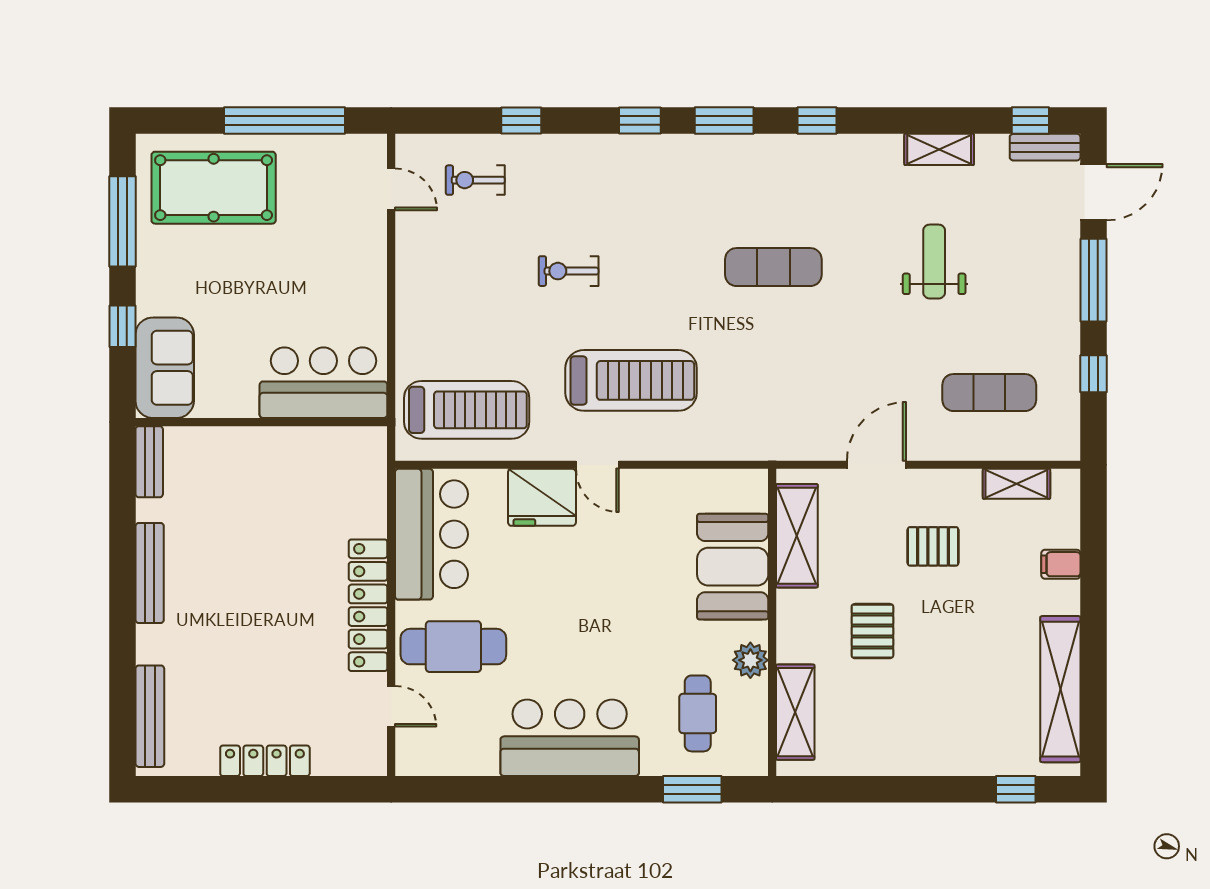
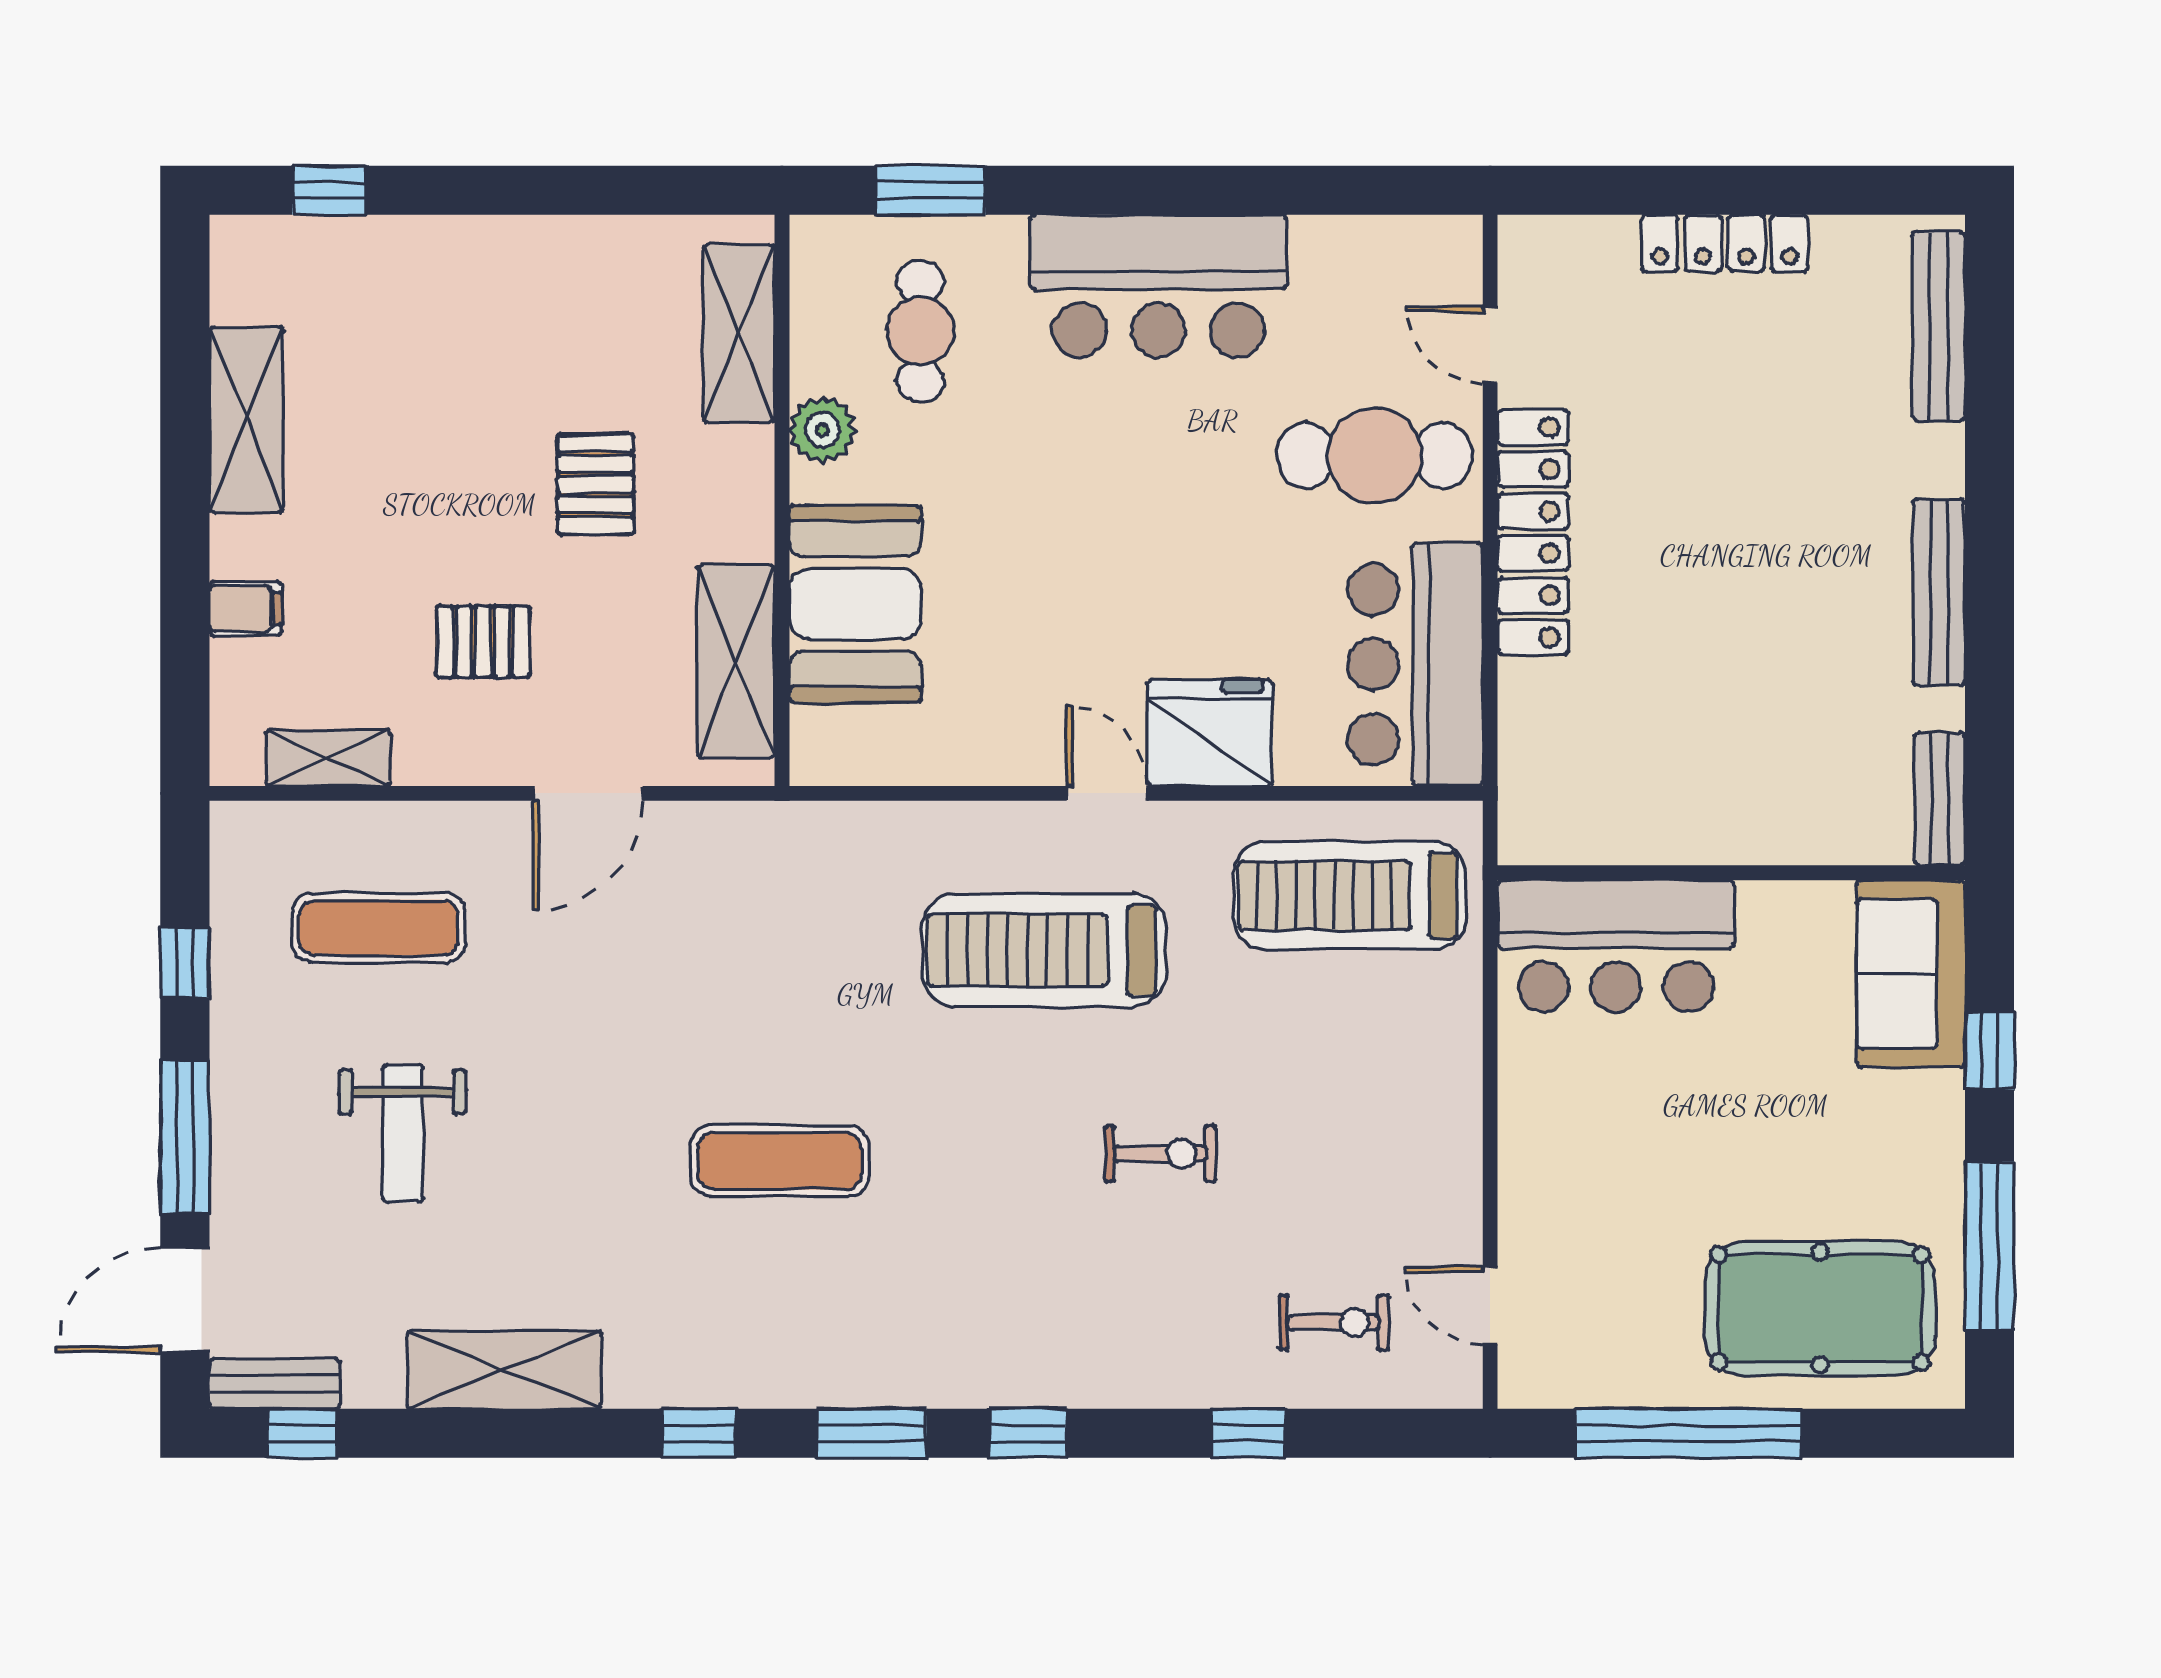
shelving: (939, 149) -> (504, 1370), width x1.50, depth x1.33
weight bench: (934, 262) -> (403, 1133), moved
shelving: (1060, 689) -> (246, 420), width x0.68

